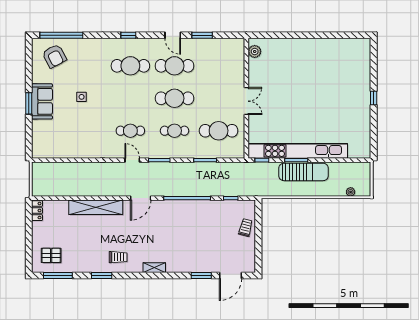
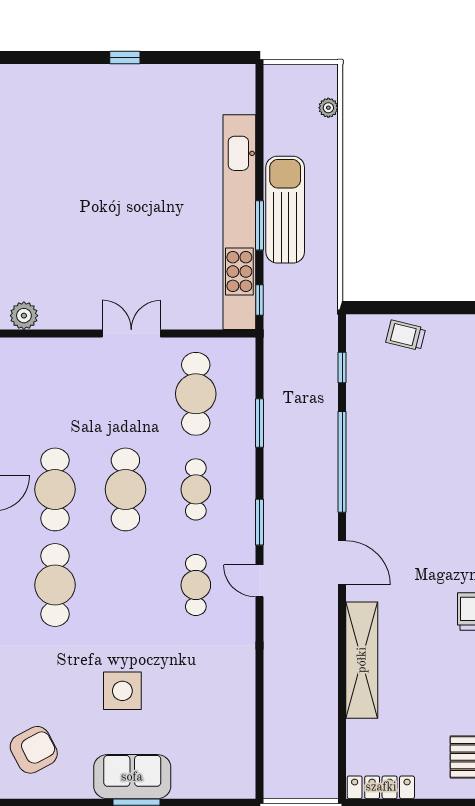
side table: (82, 97) -> (122, 691), width x1.87, depth x1.87
door: (132, 160) -> (260, 581), hinge flipped
locker: (37, 211) -> (381, 787), width x1.53

